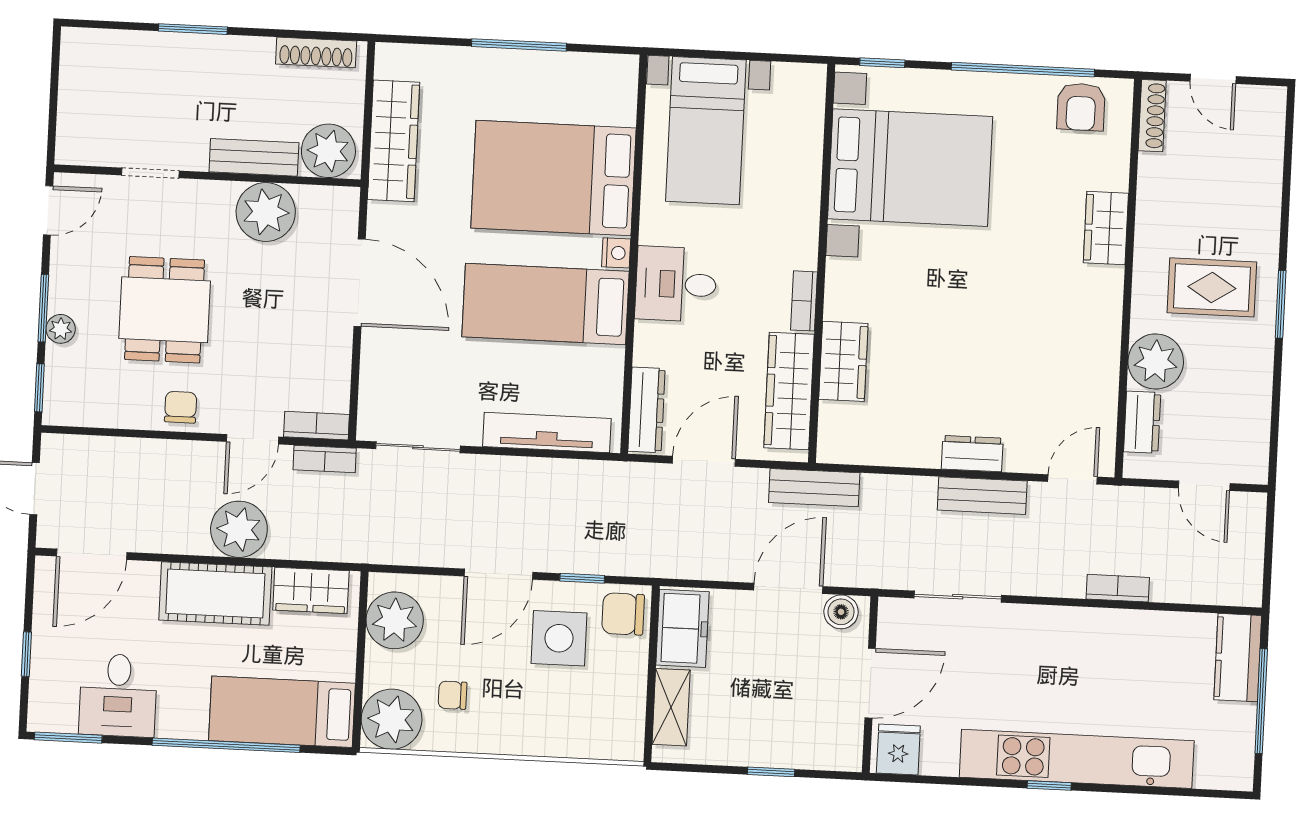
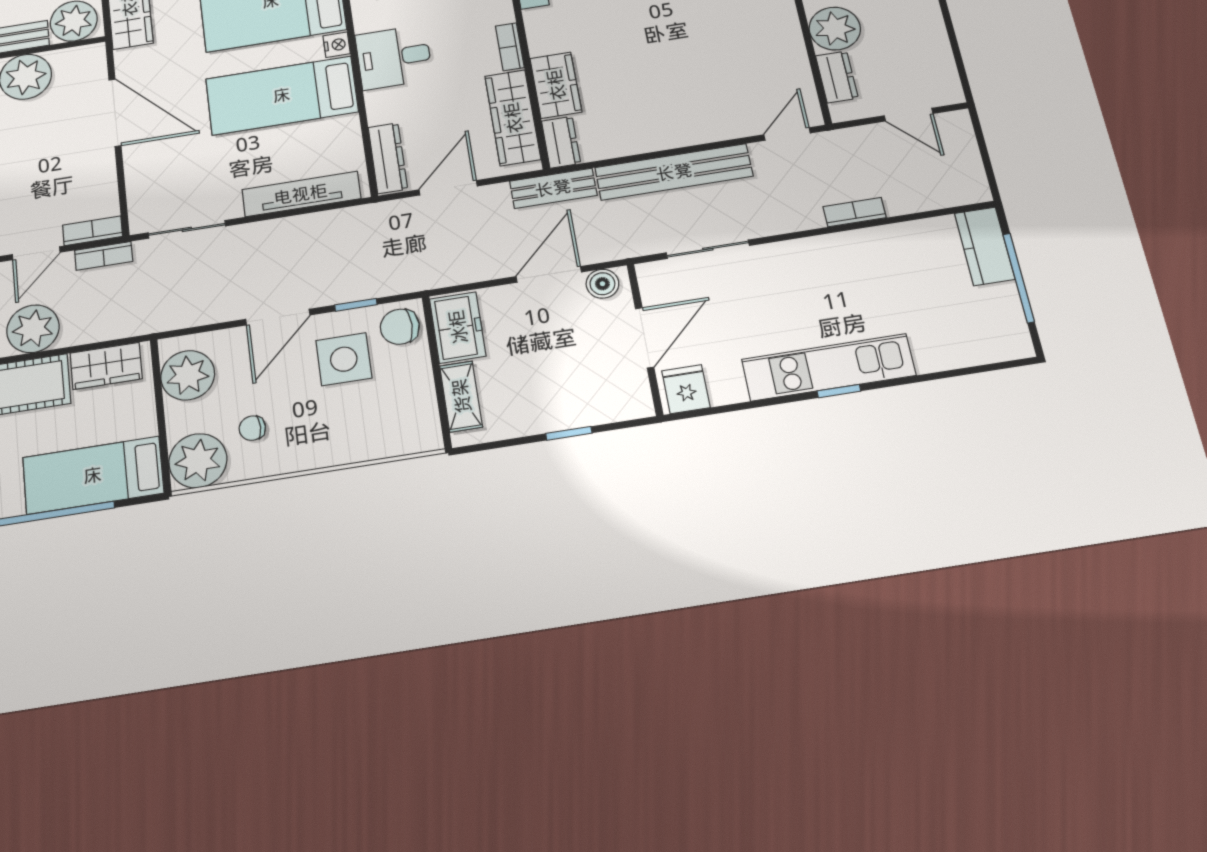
dresser: (972, 454) -> (561, 142), moved, turned 90
bench: (982, 496) -> (674, 172), width x1.86, depth x1.21
kitchen unit: (1077, 759) -> (829, 367), width x0.73

